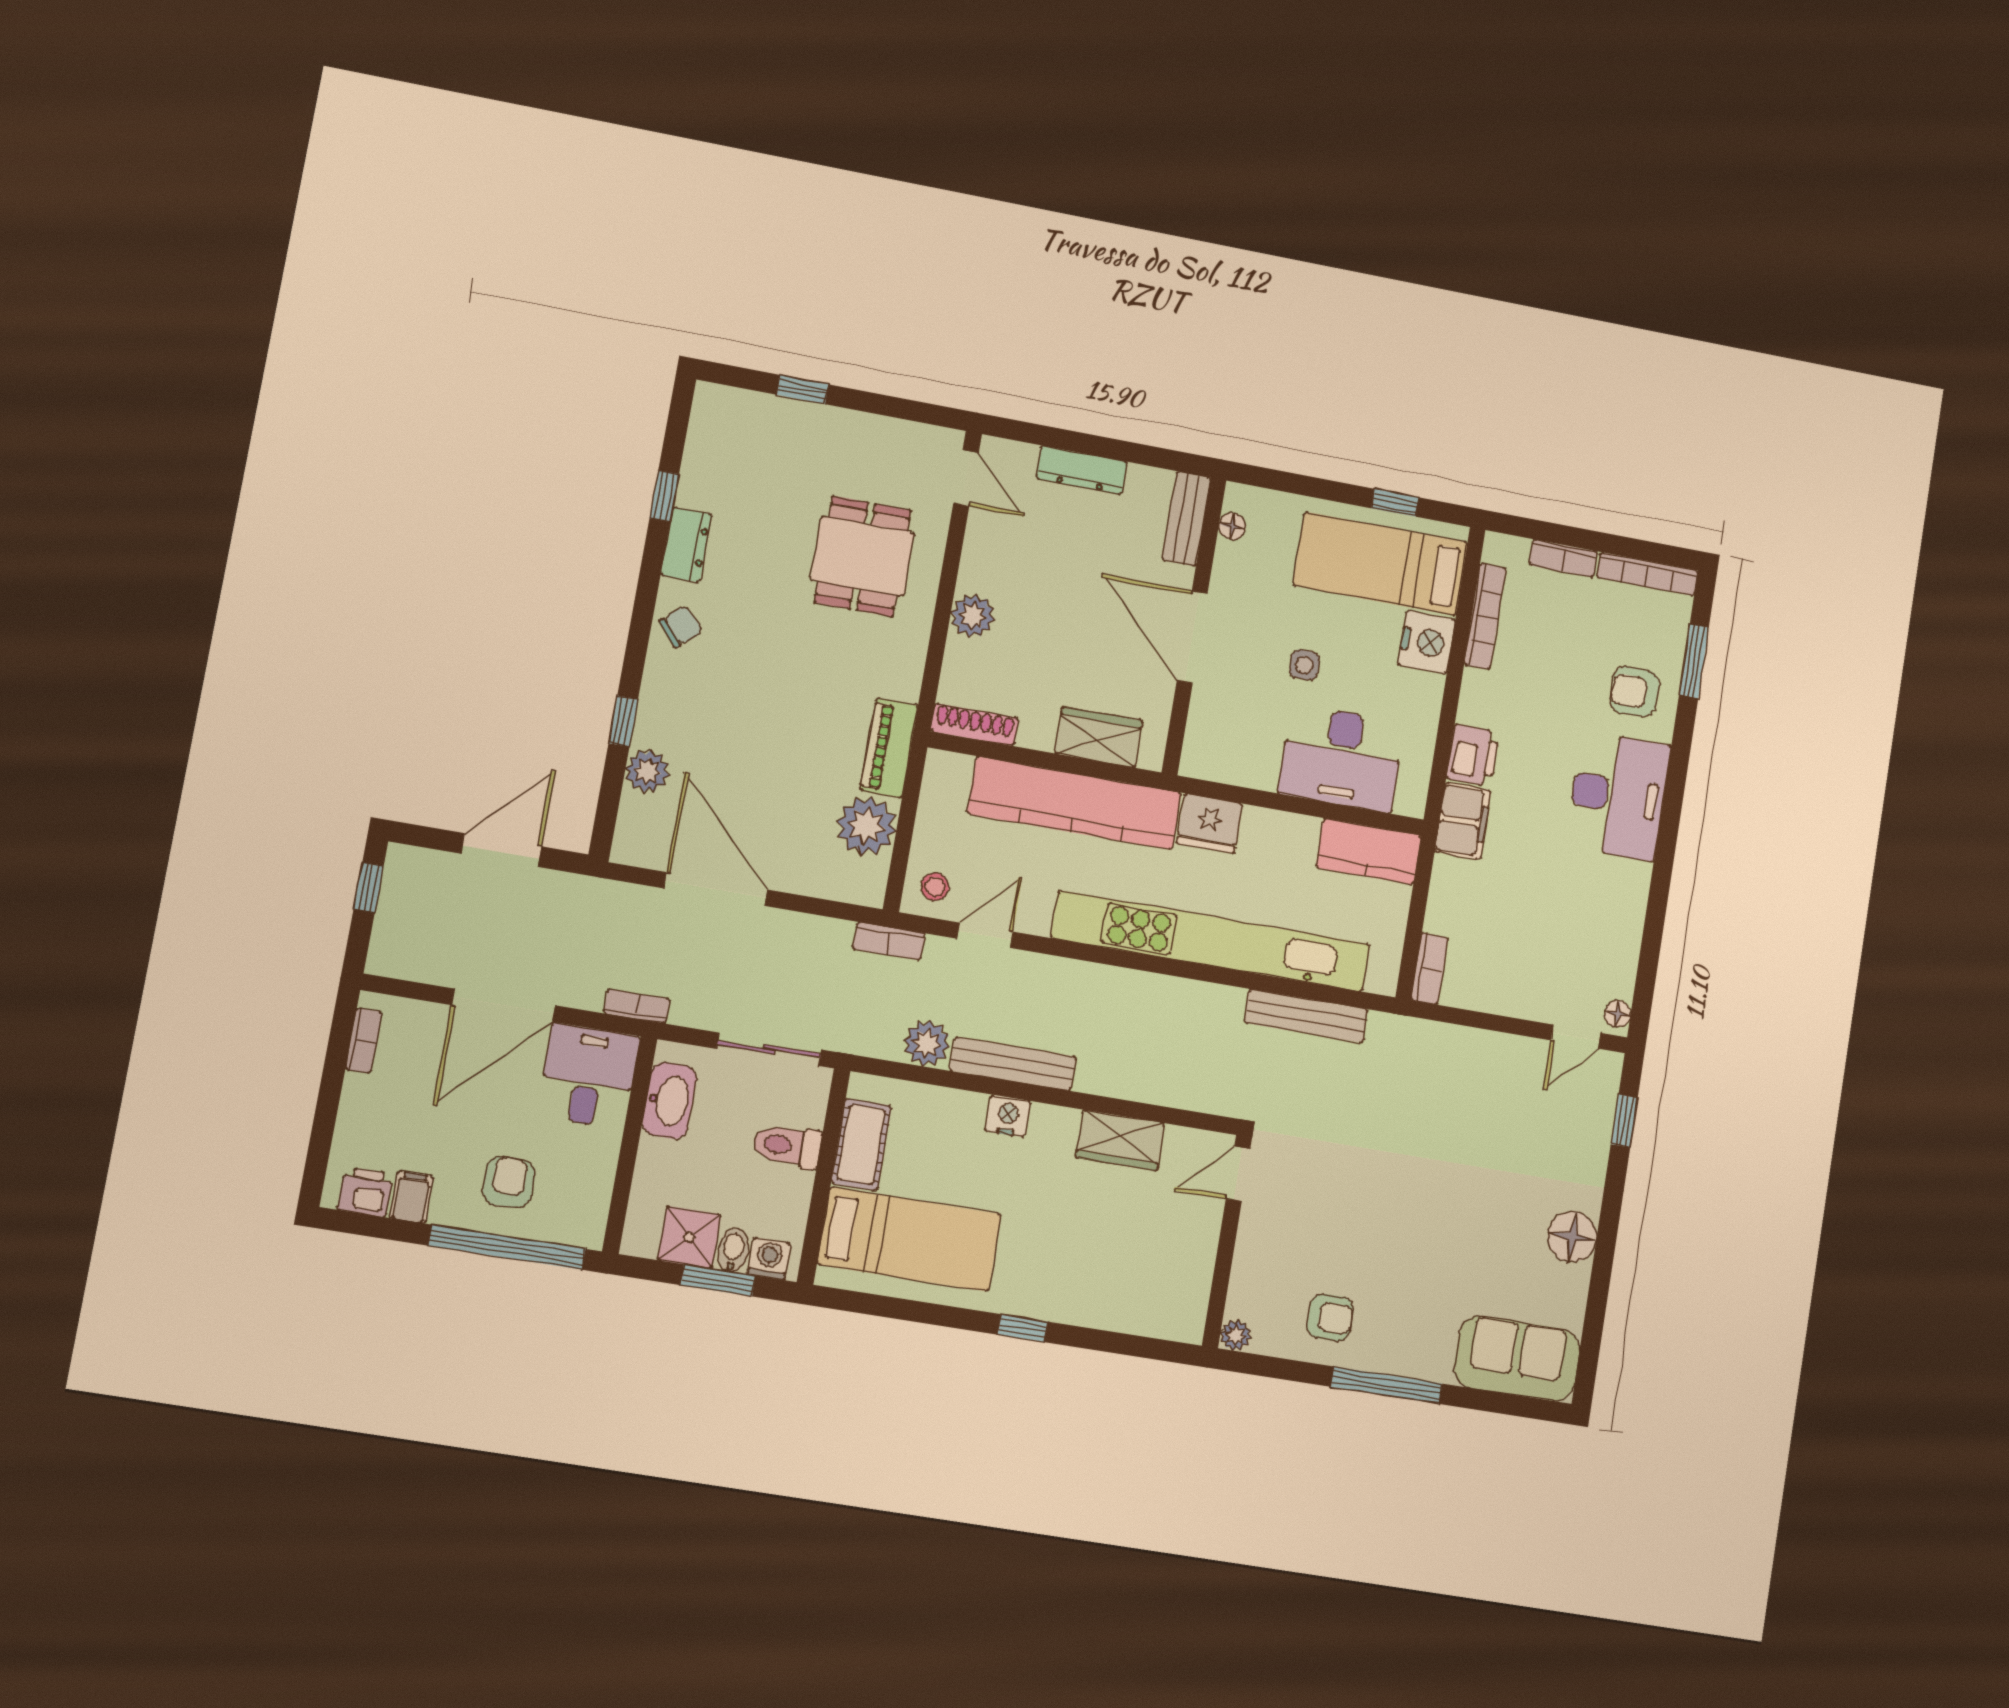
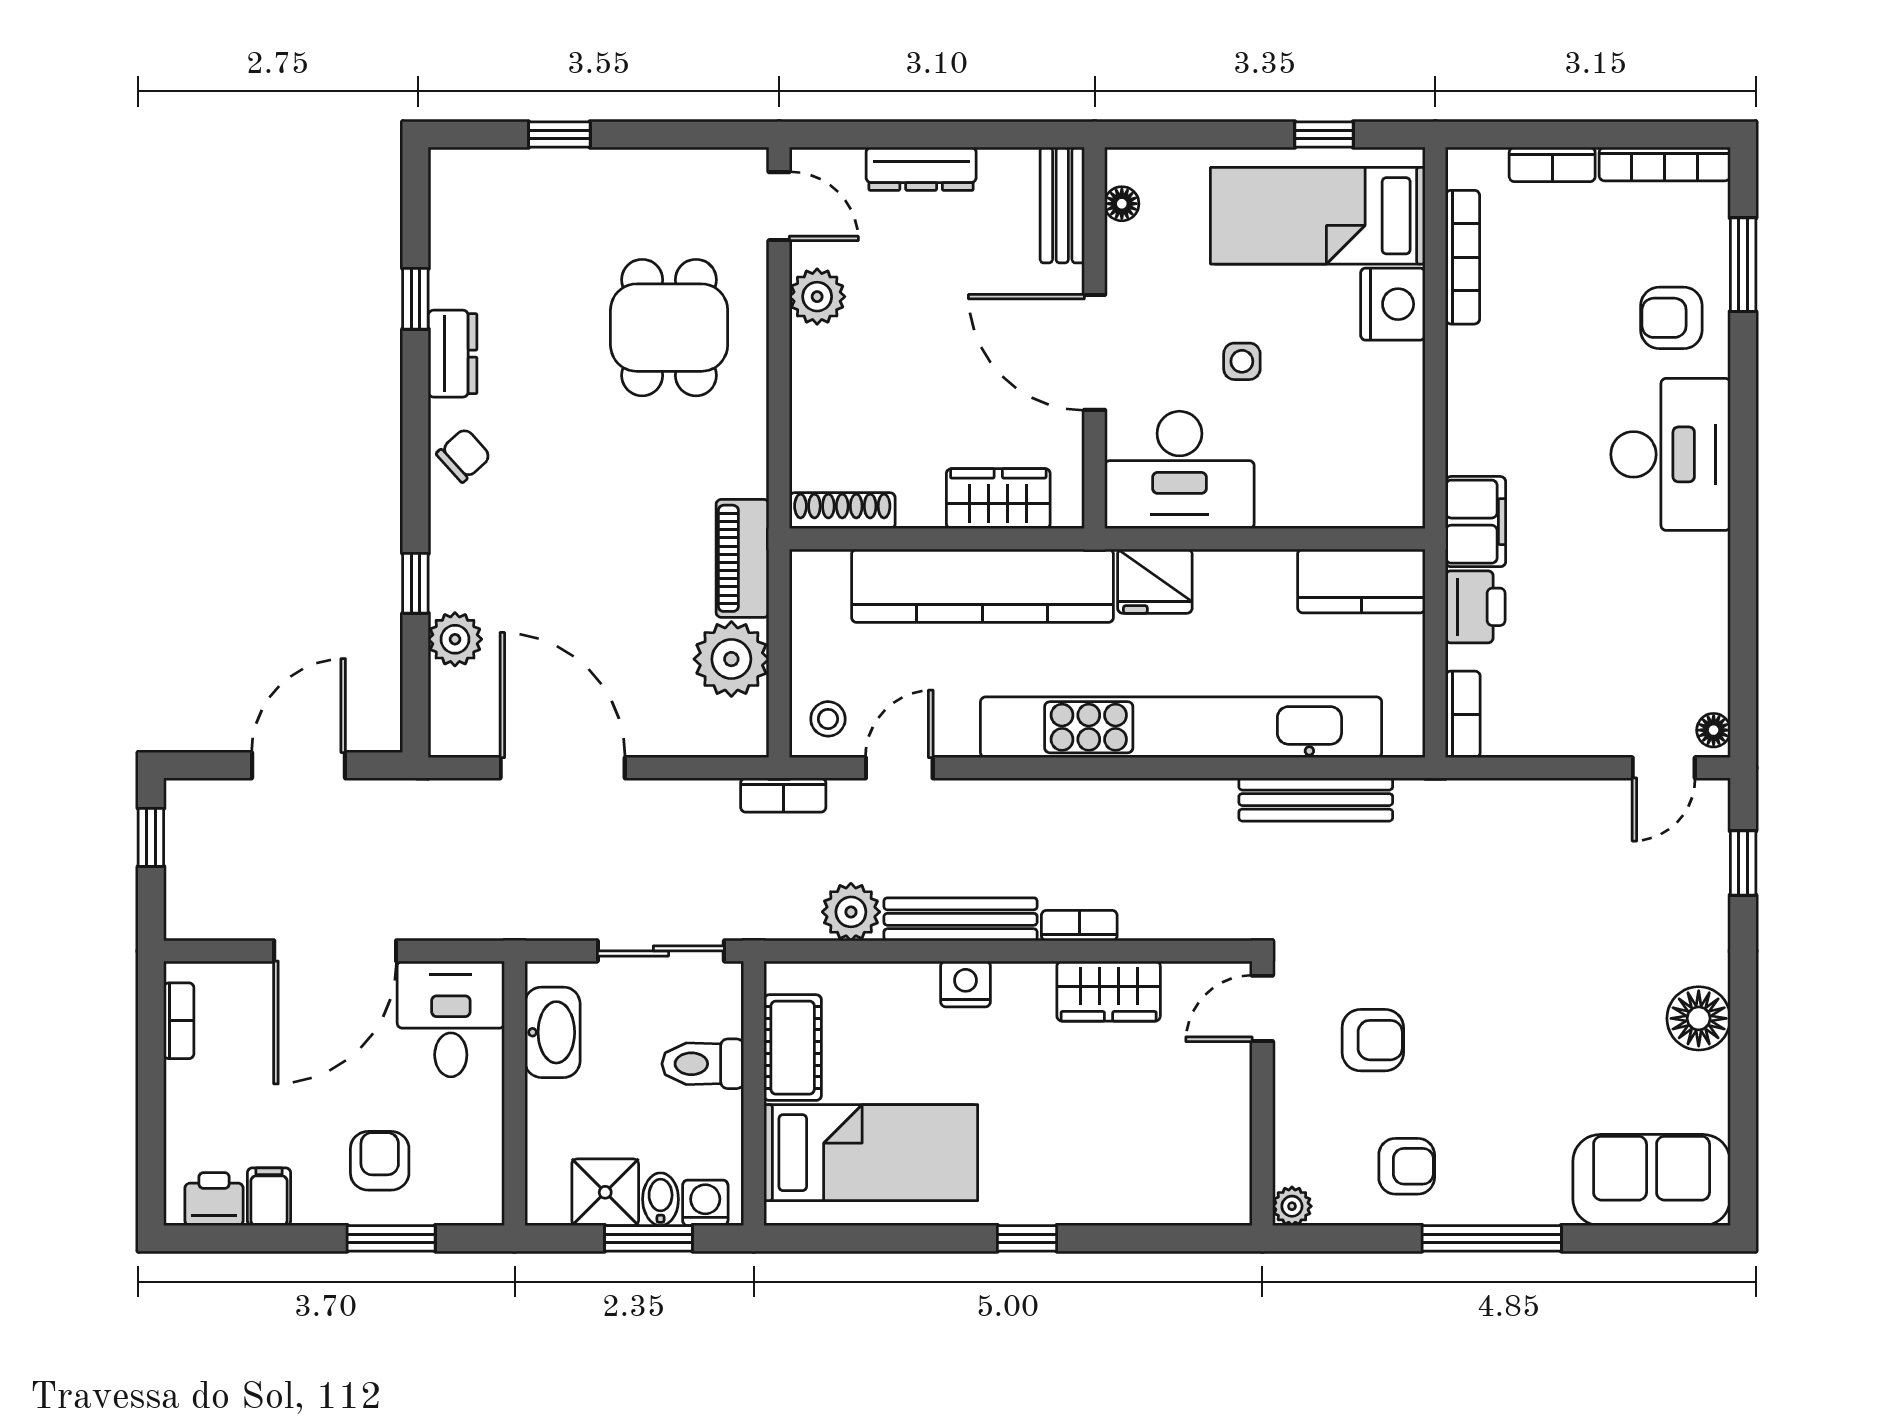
plant: (973, 616) -> (817, 297), moved
printer: (1473, 755) -> (1475, 607), moved
desk: (1341, 758) -> (1179, 470), moved
bookcase: (637, 1006) -> (1079, 926), moved
armchair: (1320, 1213) -> (1373, 1040), added
window: (507, 1247) -> (391, 1238), width x0.47

